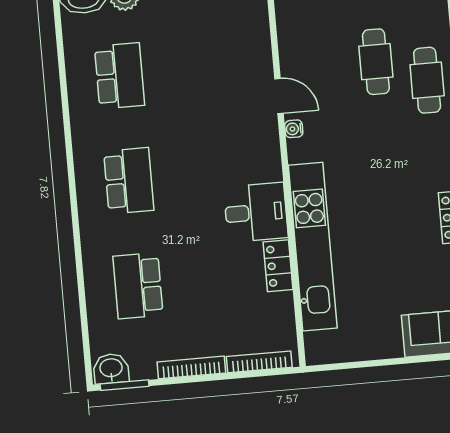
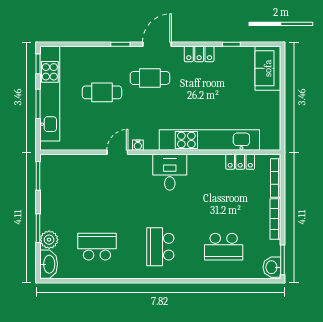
cafe table: (427, 80) -> (150, 78), moved
school desk: (129, 181) -> (160, 247), turned -90
desk: (256, 212) -> (170, 172), moved
locker: (278, 266) -> (240, 162), moved

